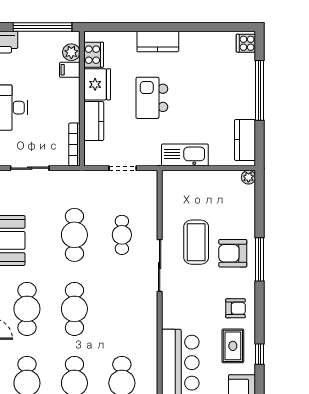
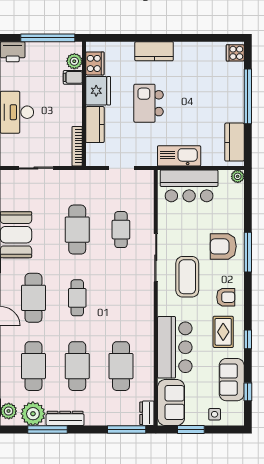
bar counter: (196, 188) -> (189, 186), added
coffee table: (196, 242) -> (187, 277), moved
cafe table: (74, 309) -> (77, 298), width x0.73, depth x0.74

